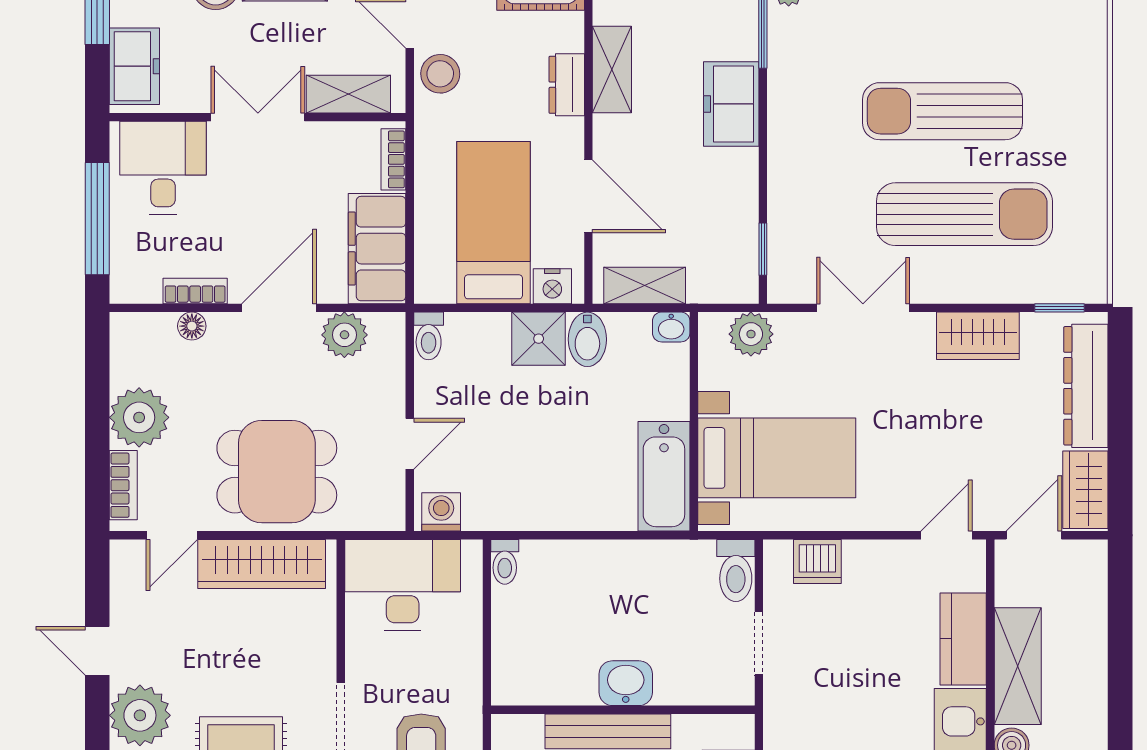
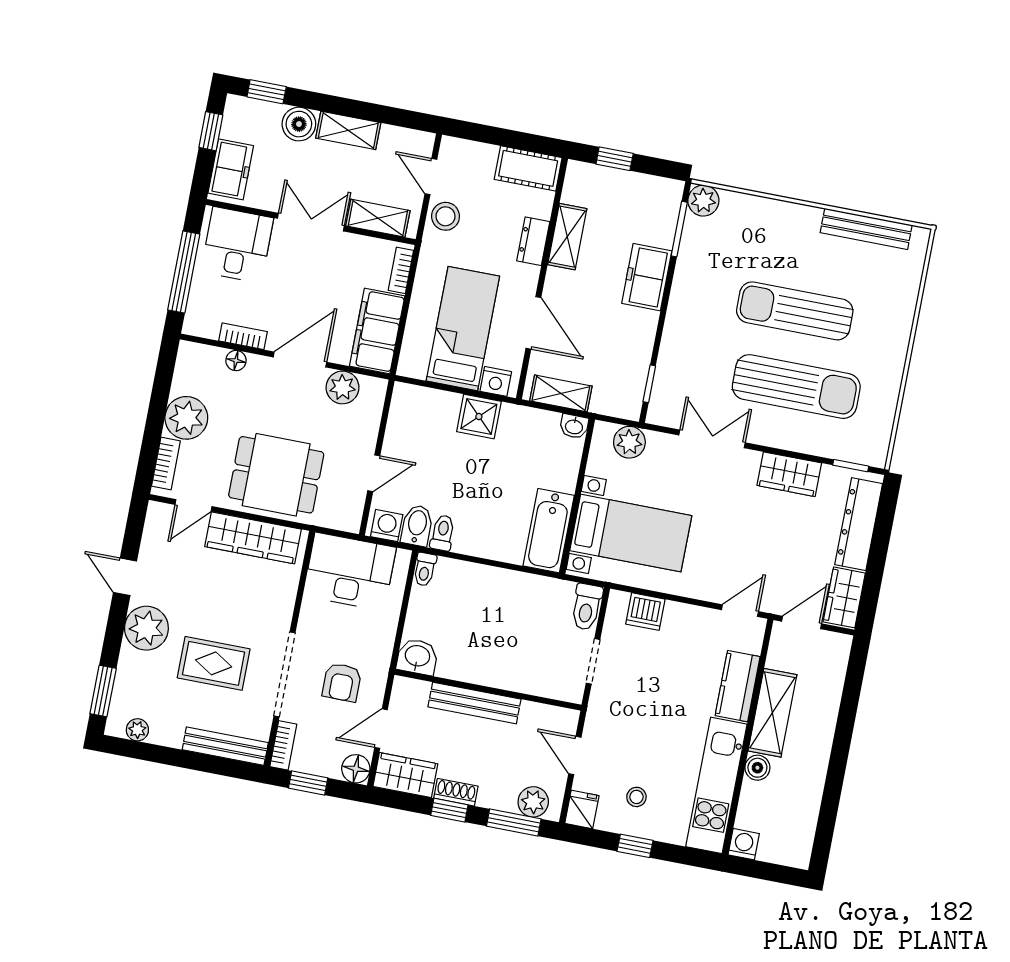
toilet: (429, 336) -> (443, 533), moved, turned 180
bidet: (587, 339) -> (417, 525), moved, turned 180
washbasin: (626, 683) -> (417, 657), moved

